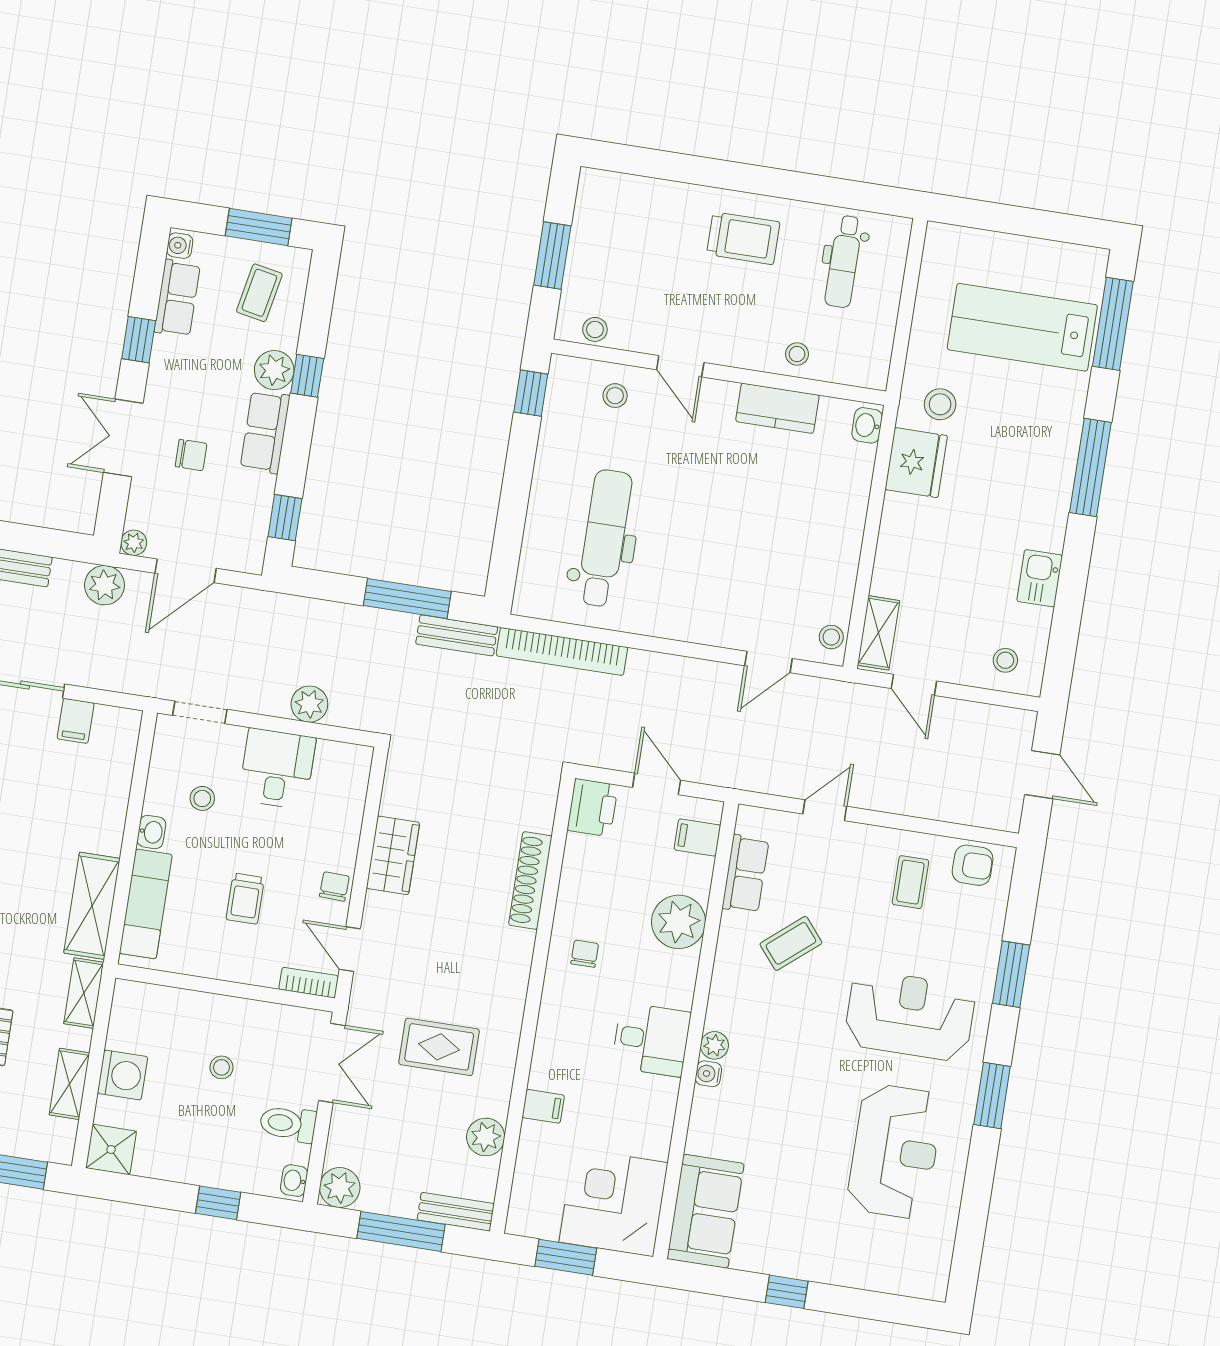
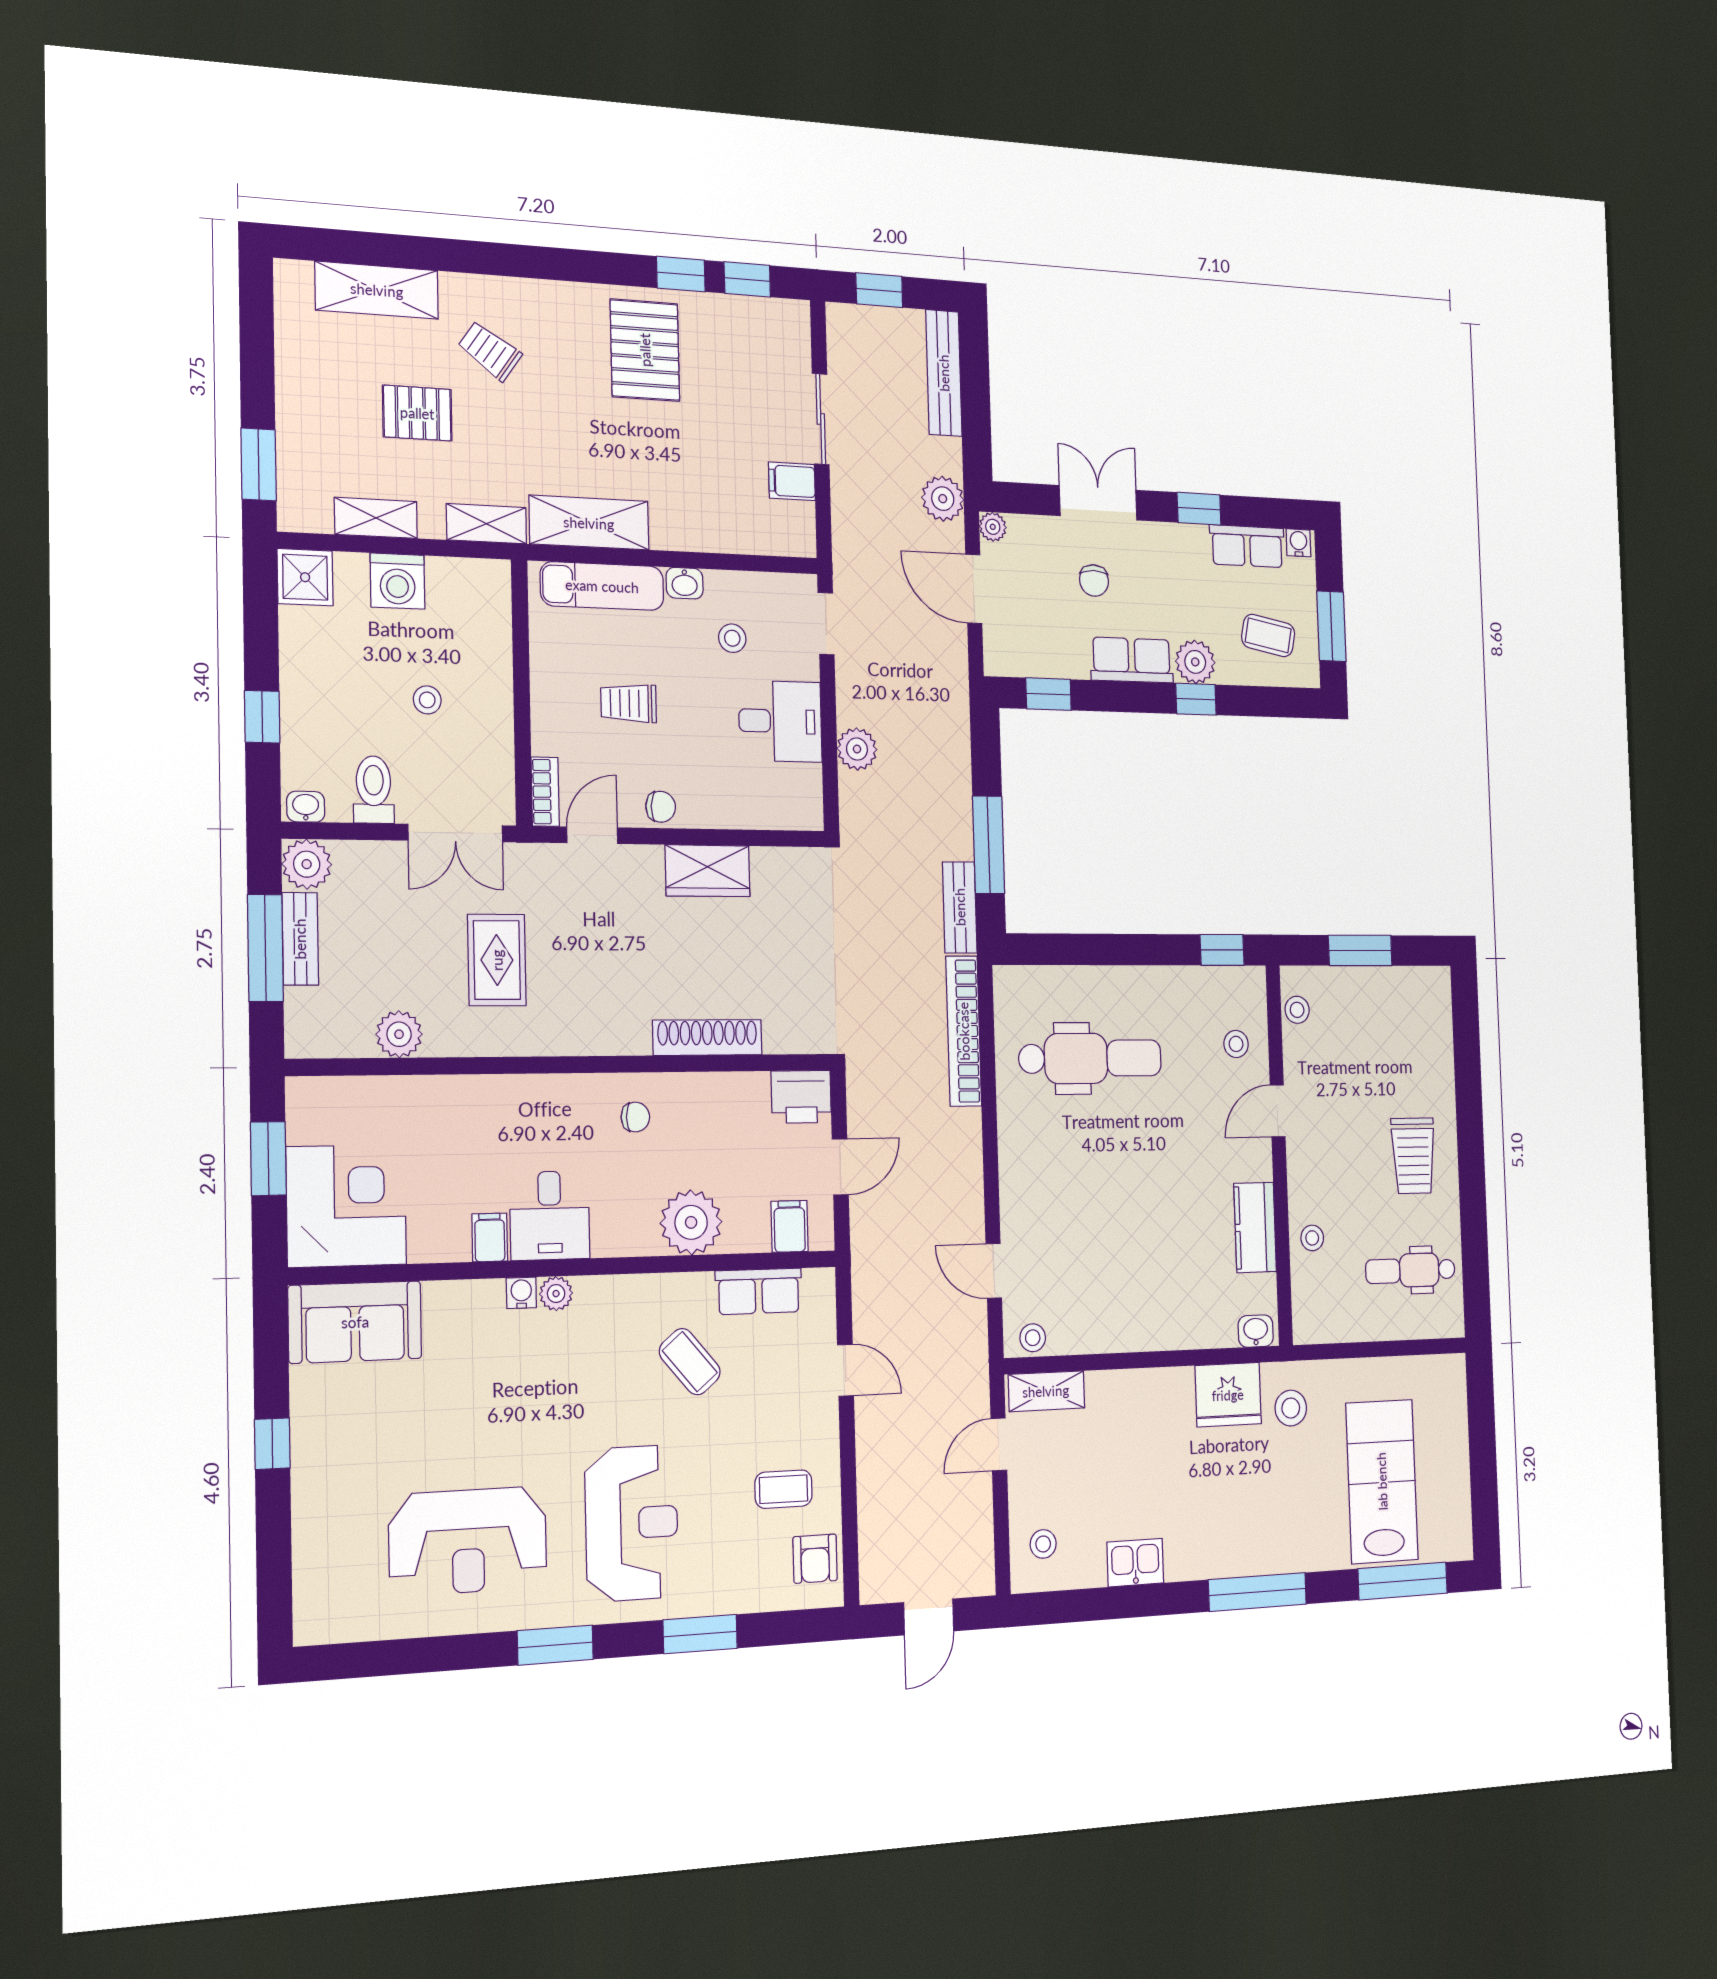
filing cabinet: (543, 1106) -> (490, 1237), moved, turned 180
bench: (456, 1212) -> (300, 939), moved

